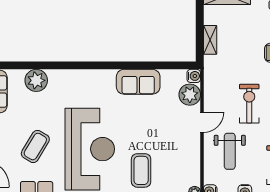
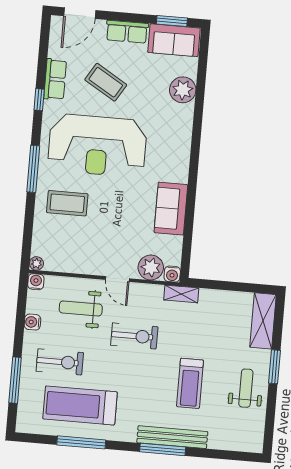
shelving: (210, 40) -> (181, 294), moved

